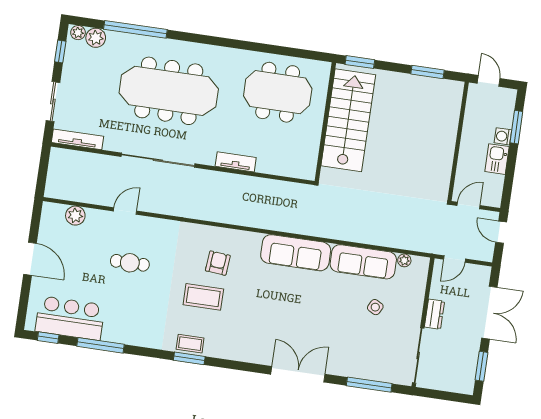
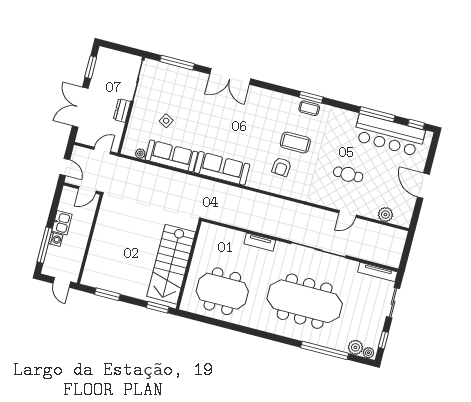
window: (516, 127) -> (45, 245), width x1.44
bar counter: (70, 318) -> (389, 135), width x1.36

